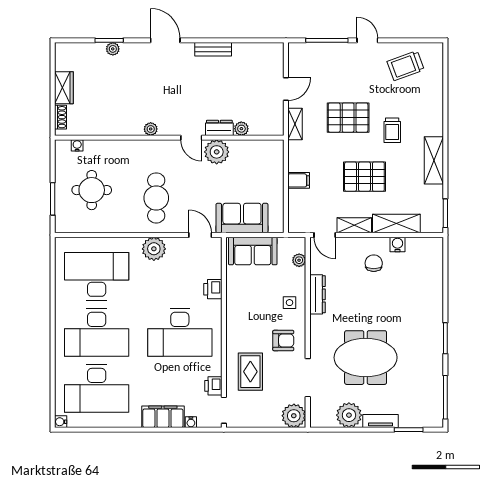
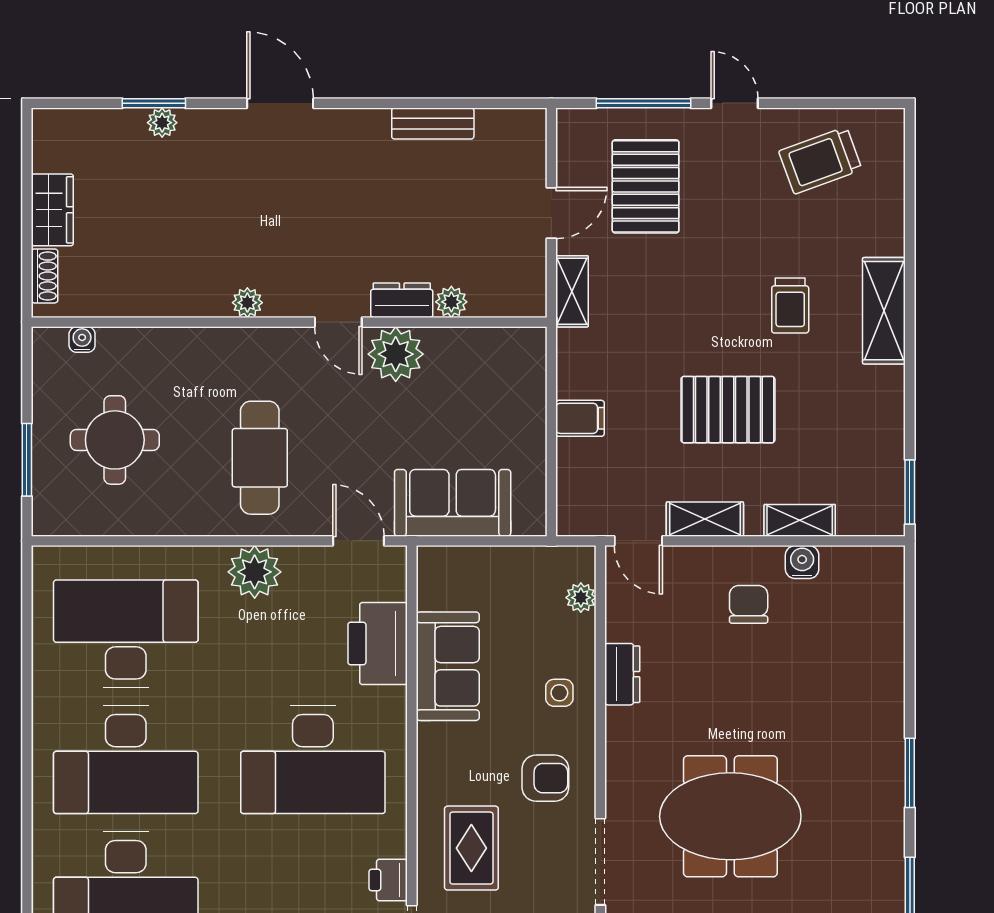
bench: (213, 49) -> (433, 123), moved
pallet: (348, 118) -> (646, 186), moved, turned 90
shelving: (434, 160) -> (884, 311), moved
shelving: (396, 223) -> (800, 520), width x0.67, depth x0.75
sofa: (253, 251) -> (448, 666), moved, turned -90
printer: (213, 289) -> (378, 643), width x1.87, depth x1.48
dresser: (317, 294) -> (622, 674), width x0.70

